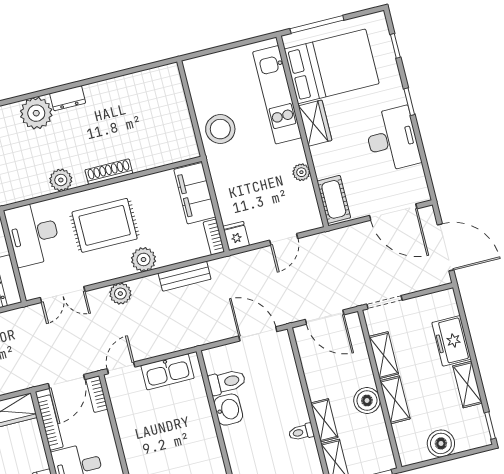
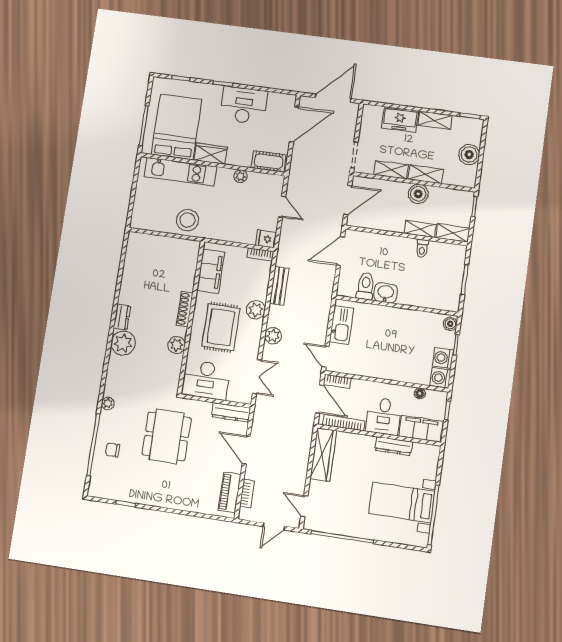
filing cabinet: (195, 193) -> (211, 271), moved, turned -90

